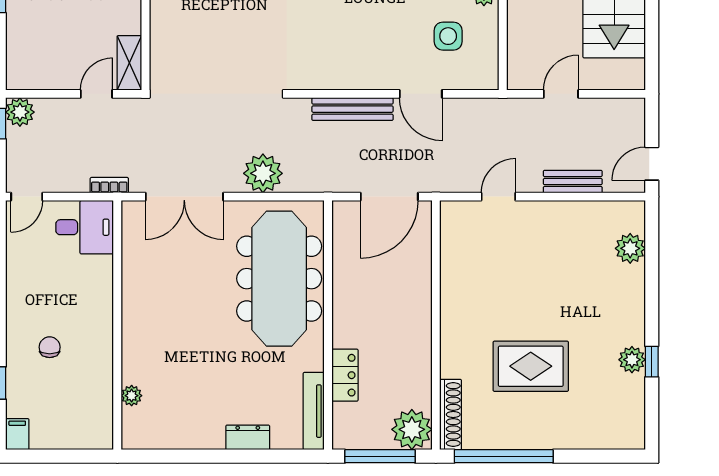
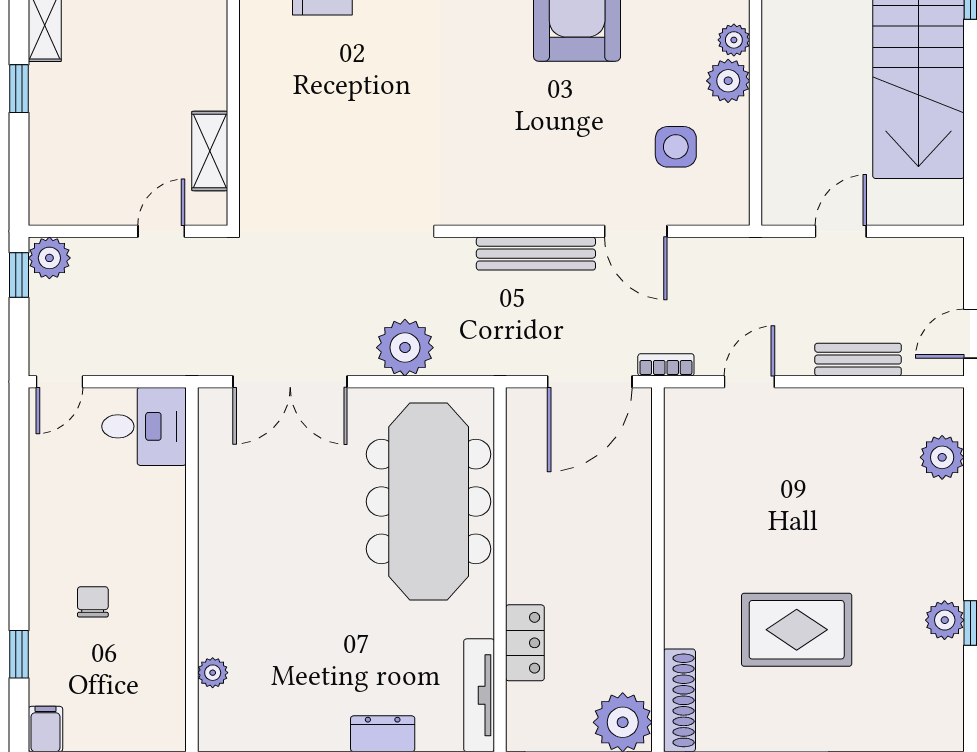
shelving: (129, 63) -> (210, 151), moved
bookcase: (109, 185) -> (666, 365), moved

